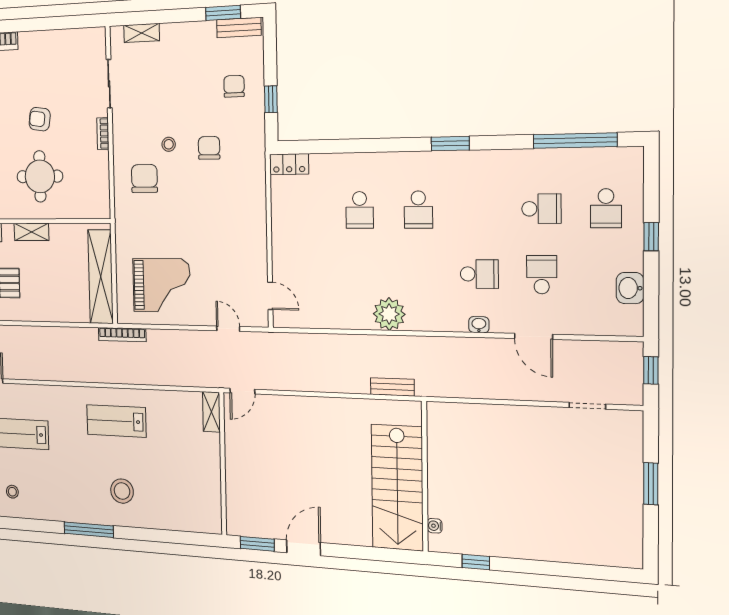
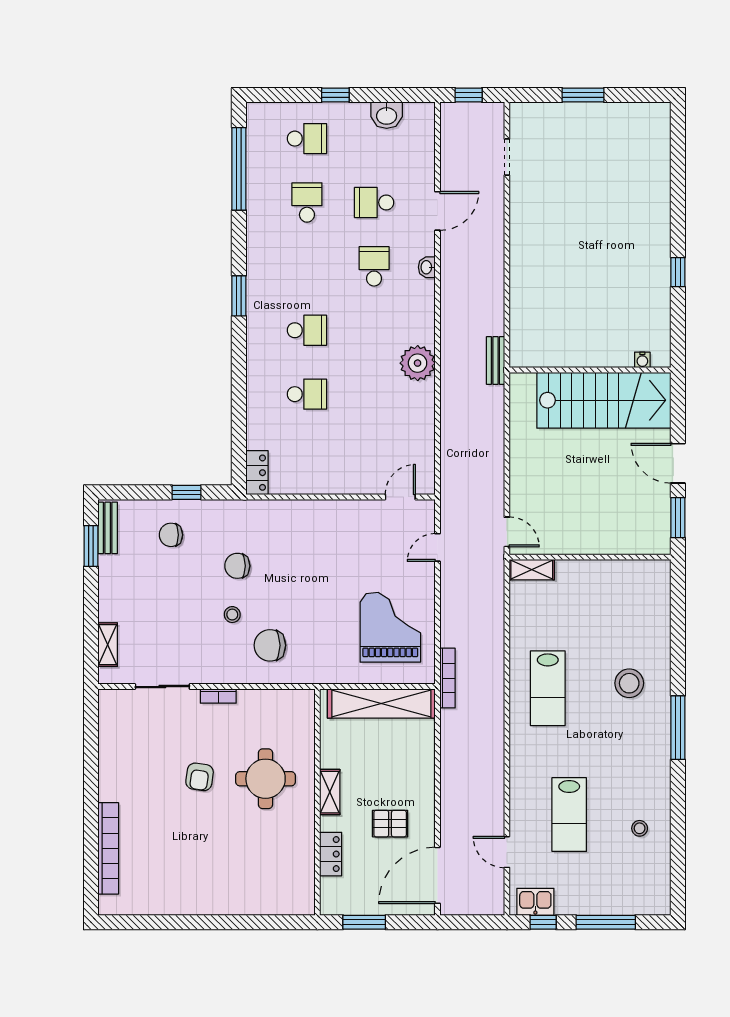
wall: (425, 477) -> (590, 370), moved
stairs: (397, 488) -> (604, 400), moved
water cooler: (435, 526) -> (642, 360), moved

